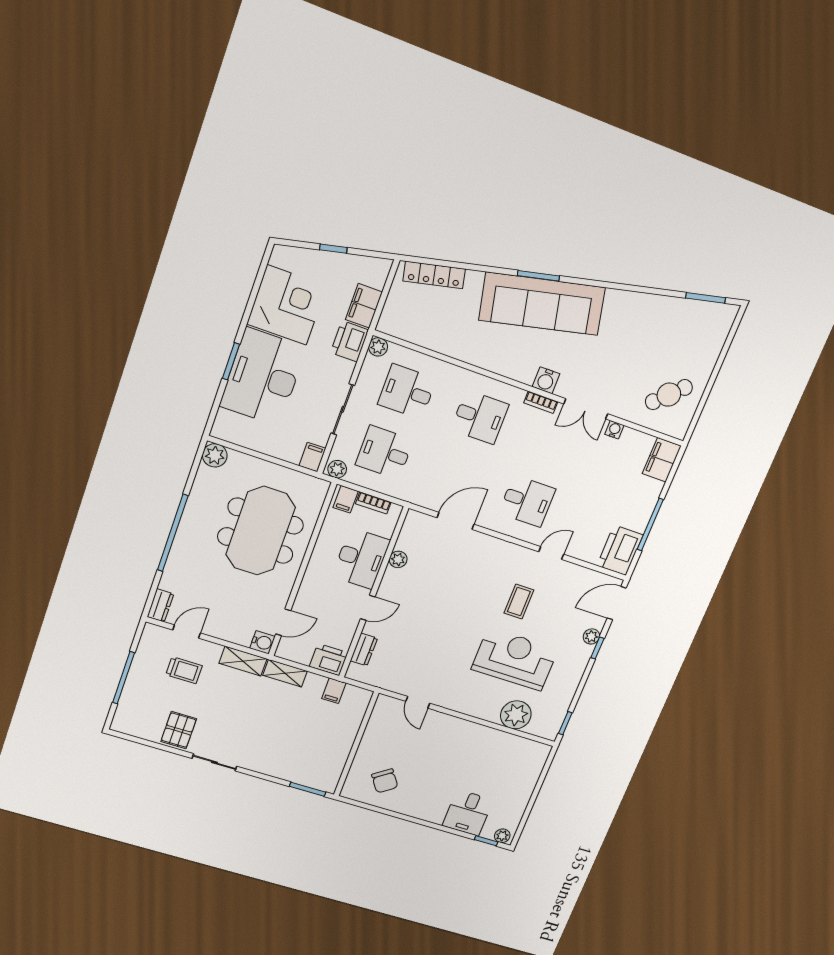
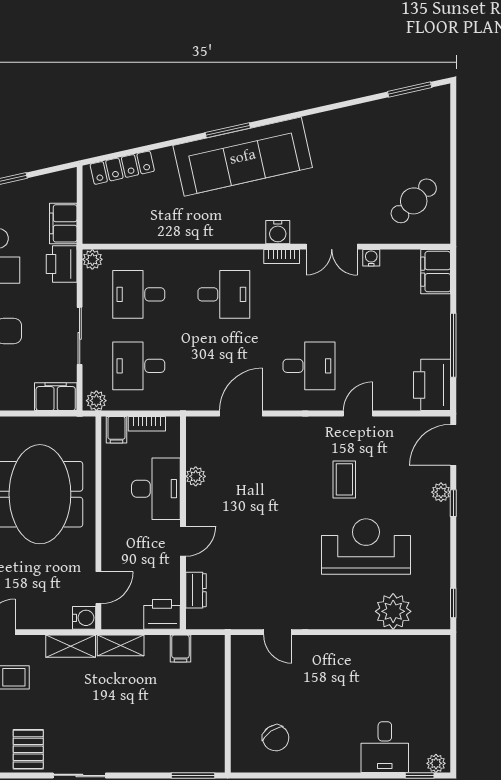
filing cabinet: (312, 457) -> (56, 397), width x2.00

